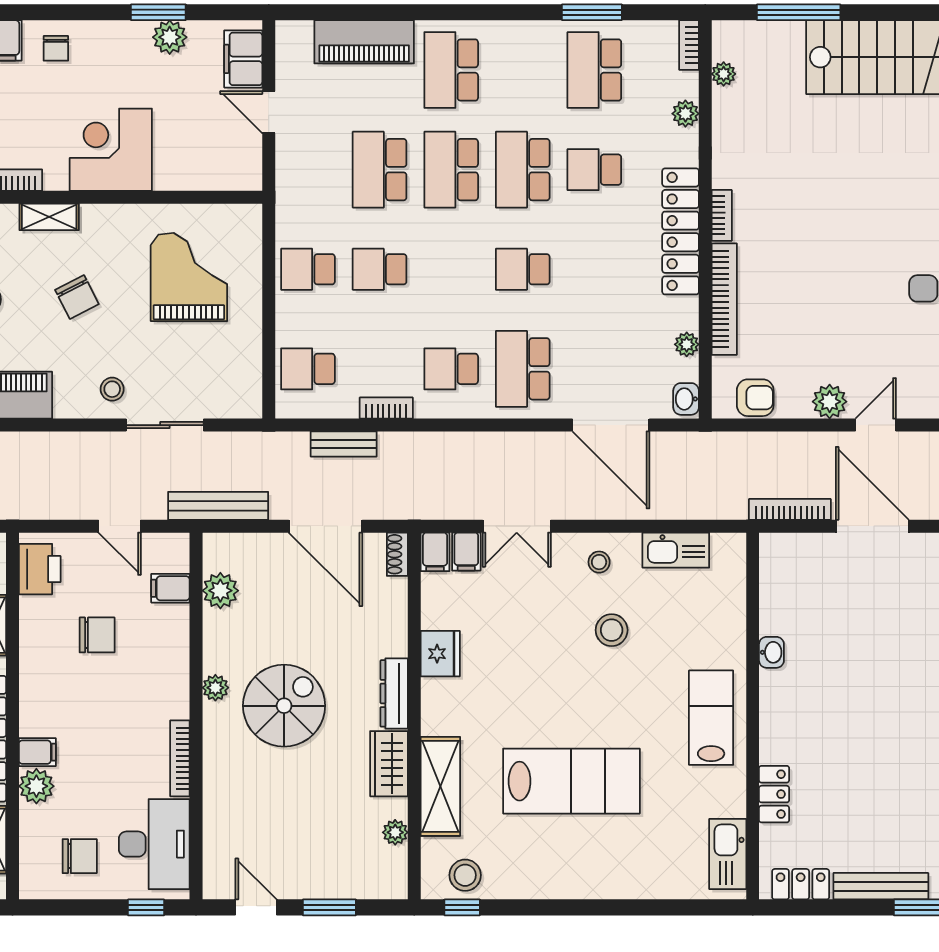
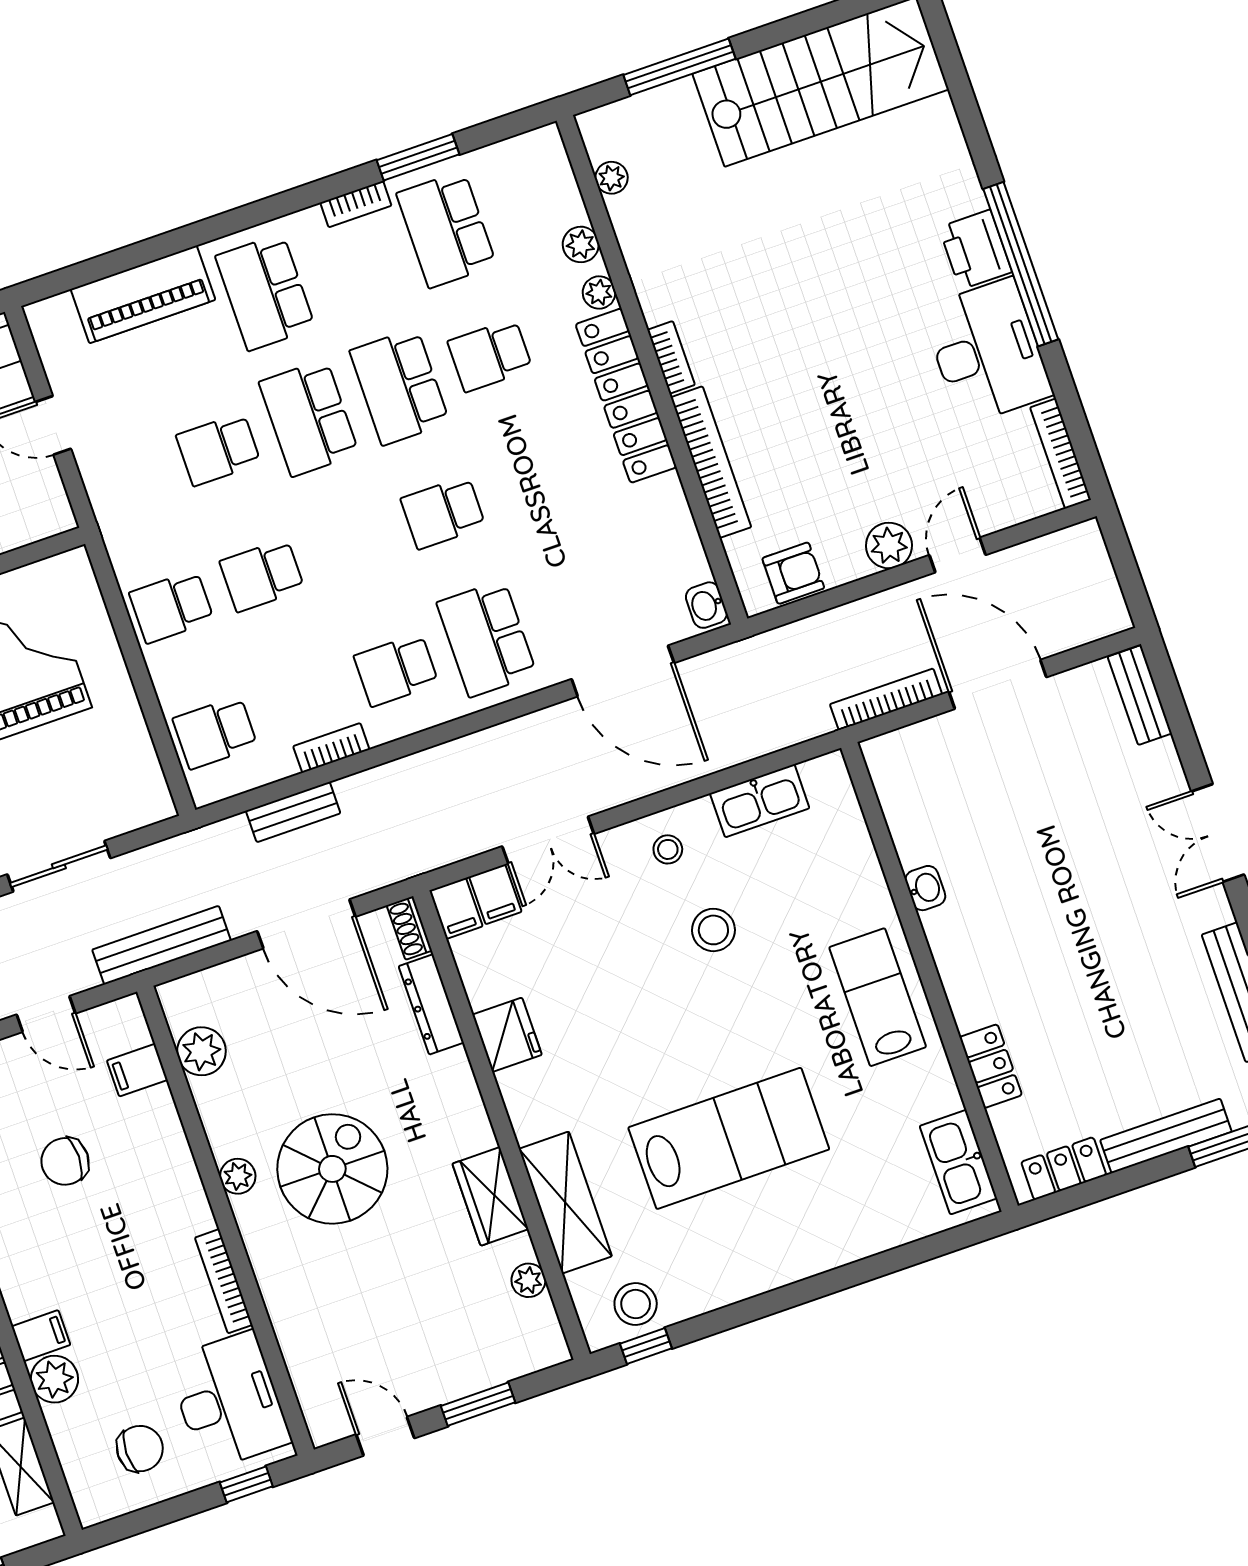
bookcase: (689, 45) -> (356, 204), moved, turned -90
school desk: (380, 170) -> (218, 449), width x0.54
plant: (687, 344) -> (599, 292), moved
chair: (97, 635) -> (65, 1161), turned 180
dresser: (394, 693) -> (431, 1004), moved

